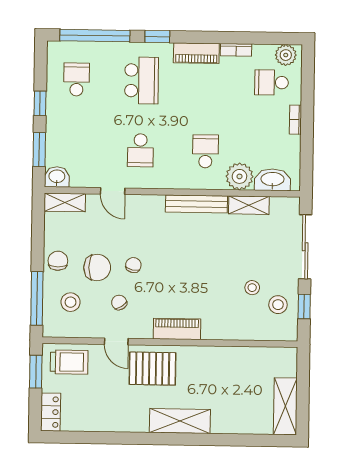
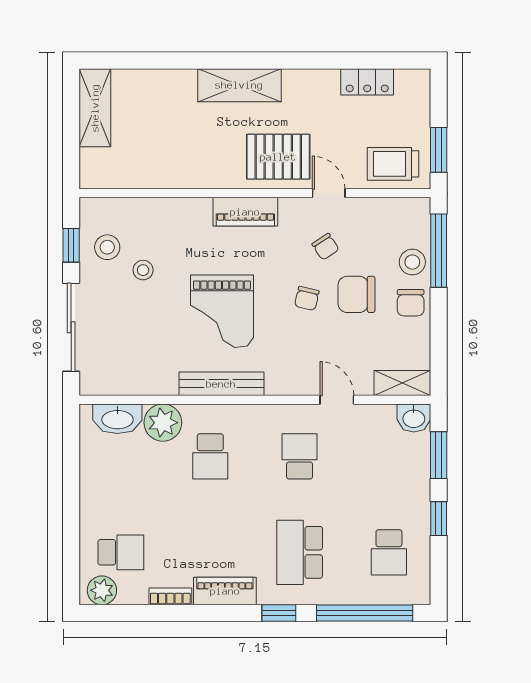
bookcase: (295, 120) -> (87, 502), removed
shelving: (249, 205) -> (149, 383), removed
grand piano: (195, 257) -> (222, 311), added
stool: (71, 302) -> (412, 262), moved
locker: (51, 412) -> (367, 82), moved, turned -90

